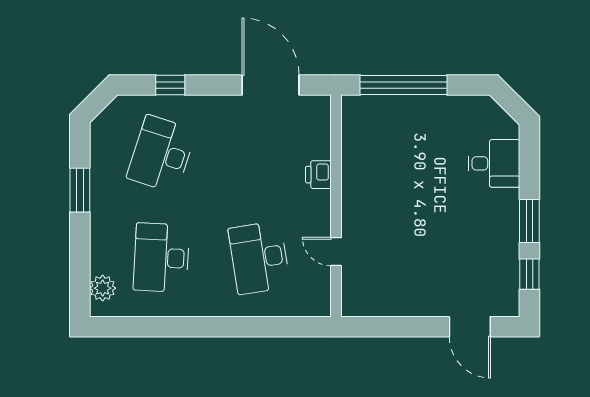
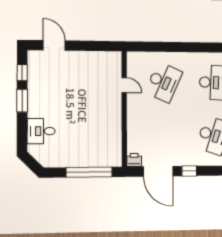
window: (170, 85) -> (189, 171), moved
printer: (318, 175) -> (134, 160), moved, turned -90
desk: (259, 258) -> (164, 82), turned 33

